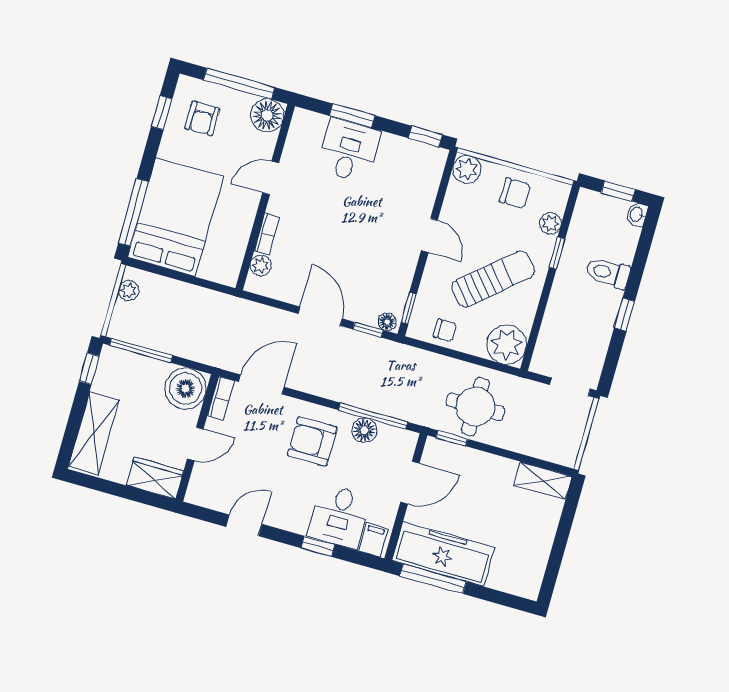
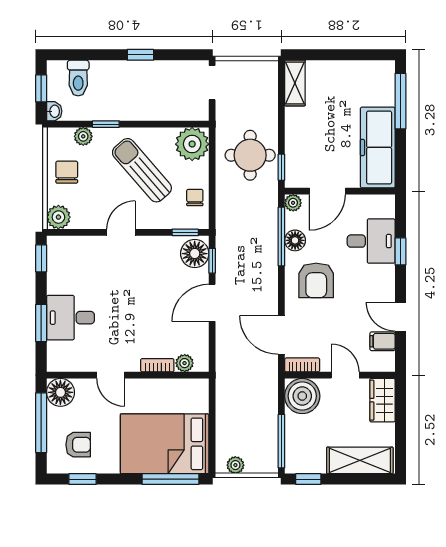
washbasin: (637, 214) -> (54, 111), moved, turned -90
toilet: (608, 273) -> (78, 78), moved
floor lamp: (387, 322) -> (195, 254), width x1.89, depth x1.89
plant: (408, 440) -> (293, 203), added
door: (410, 483) -> (327, 191), swing flipped
filing cabinet: (373, 540) -> (382, 341), moved
window: (433, 579) -> (400, 101), moved

